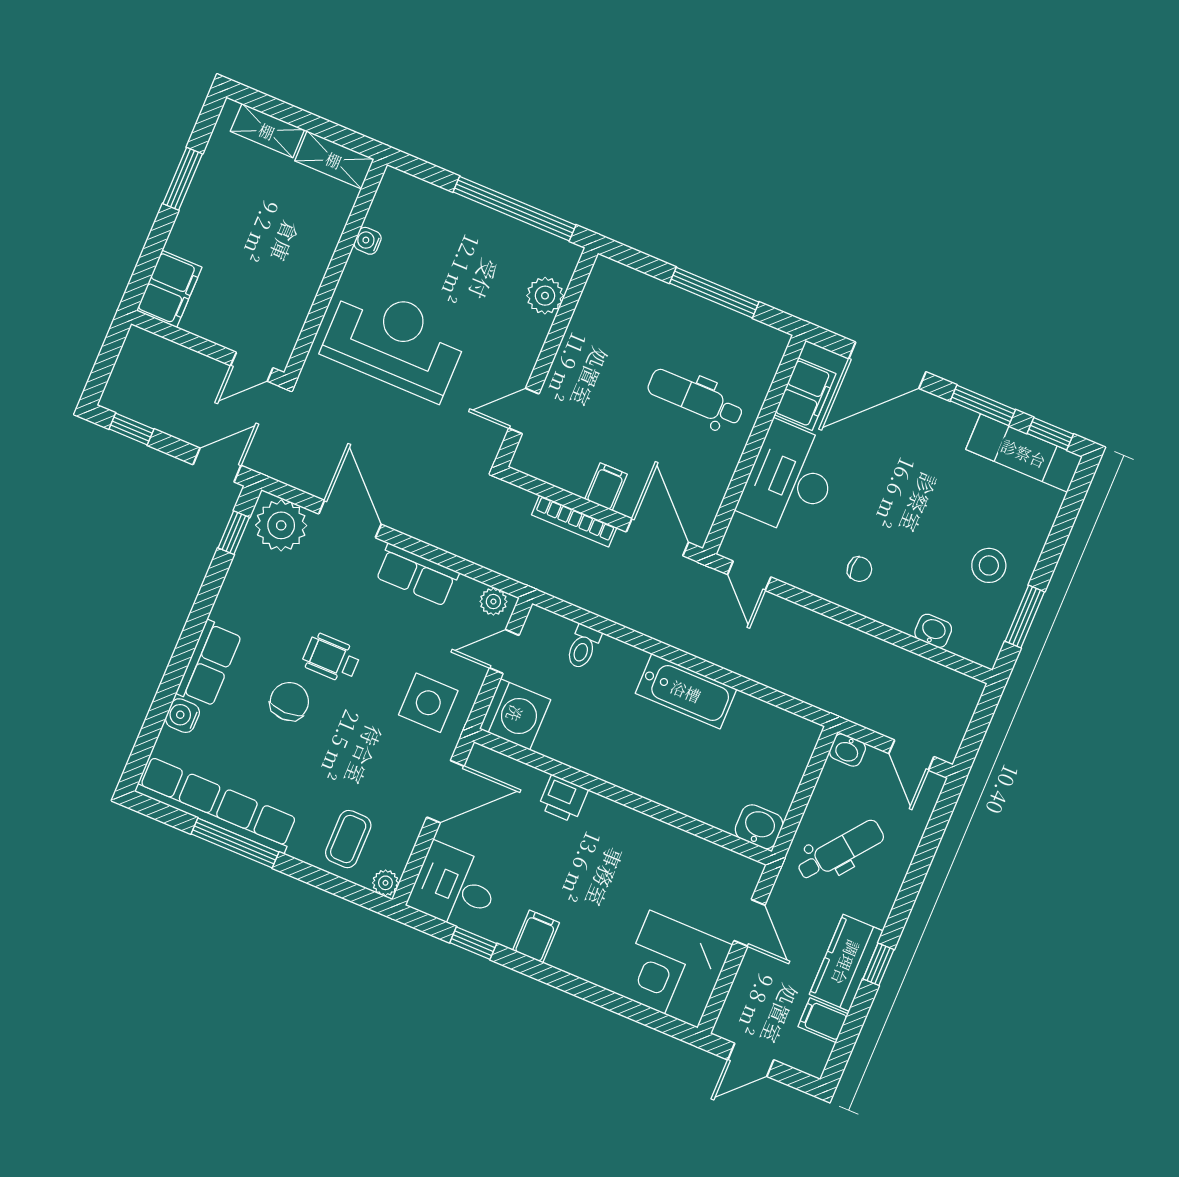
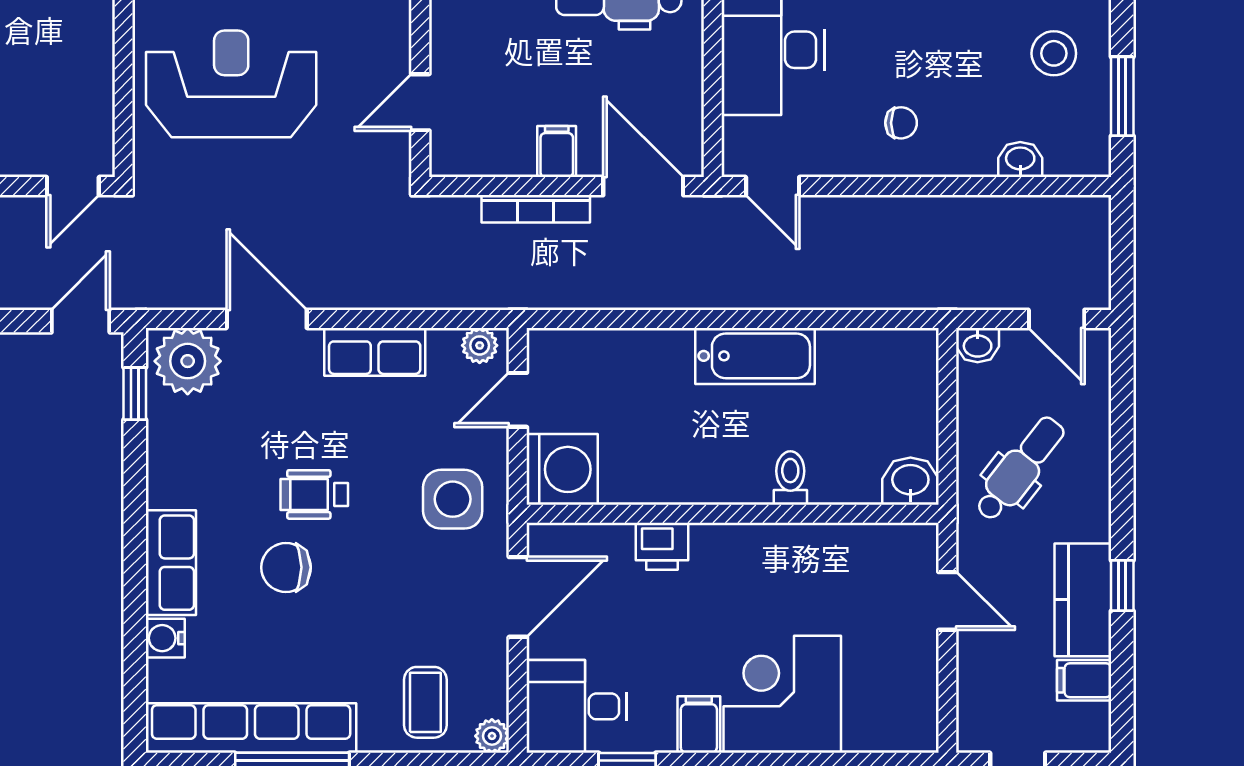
toilet: (583, 647) -> (790, 478), moved, turned 180
chair: (289, 701) -> (286, 567), turned -90
corner desk: (674, 969) -> (782, 694), moved, turned 90

